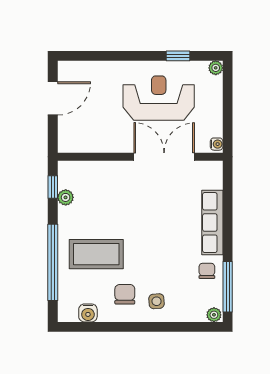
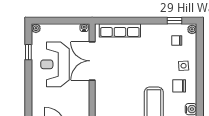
row of seats: (212, 223) -> (120, 30), moved
chair: (207, 271) -> (177, 40), moved
window: (228, 287) -> (174, 21), width x0.46

